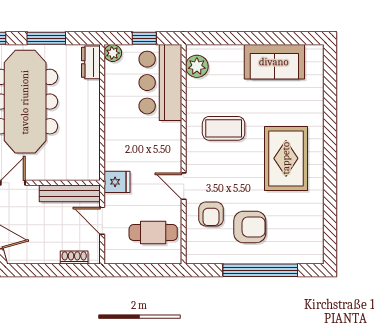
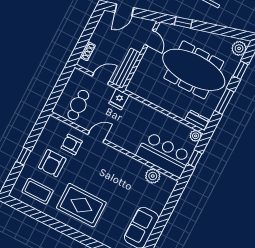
plant: (197, 66) -> (153, 176), moved
coffee table: (224, 128) -> (38, 191), moved, turned 90
window: (260, 270) -> (24, 156), width x0.32

